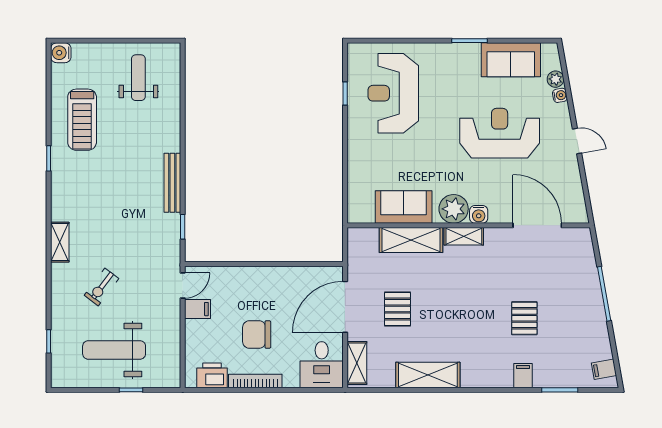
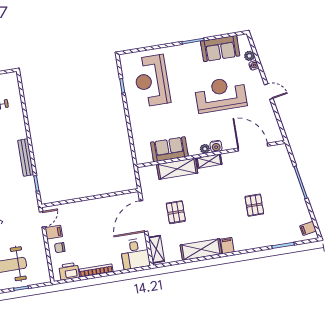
plant: (454, 209) -> (205, 149), width x0.53, depth x0.53
chair: (257, 335) -> (60, 248), moved, width x0.54, depth x0.54
filing cabinet: (523, 376) -> (227, 246), moved

